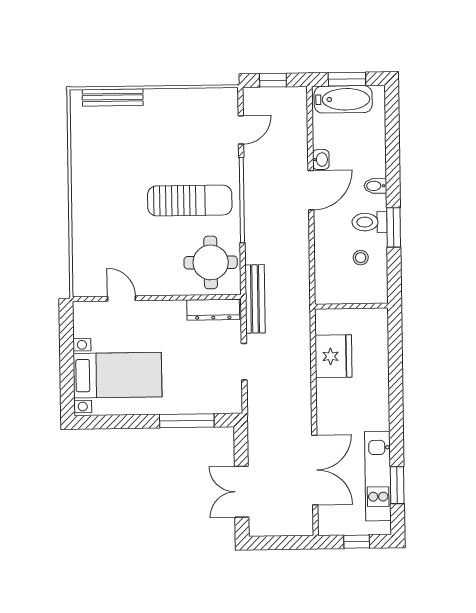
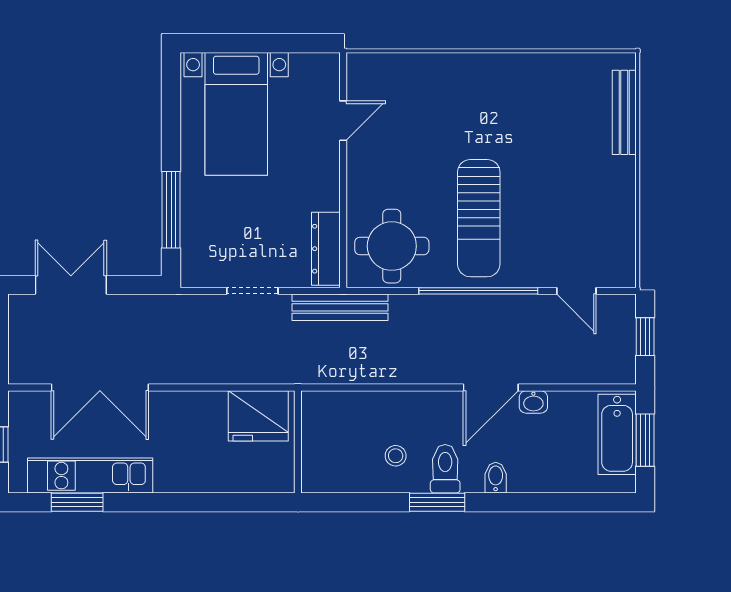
door: (311, 190) -> (491, 388), hinge flipped
wall: (351, 306) -> (298, 442), moved

